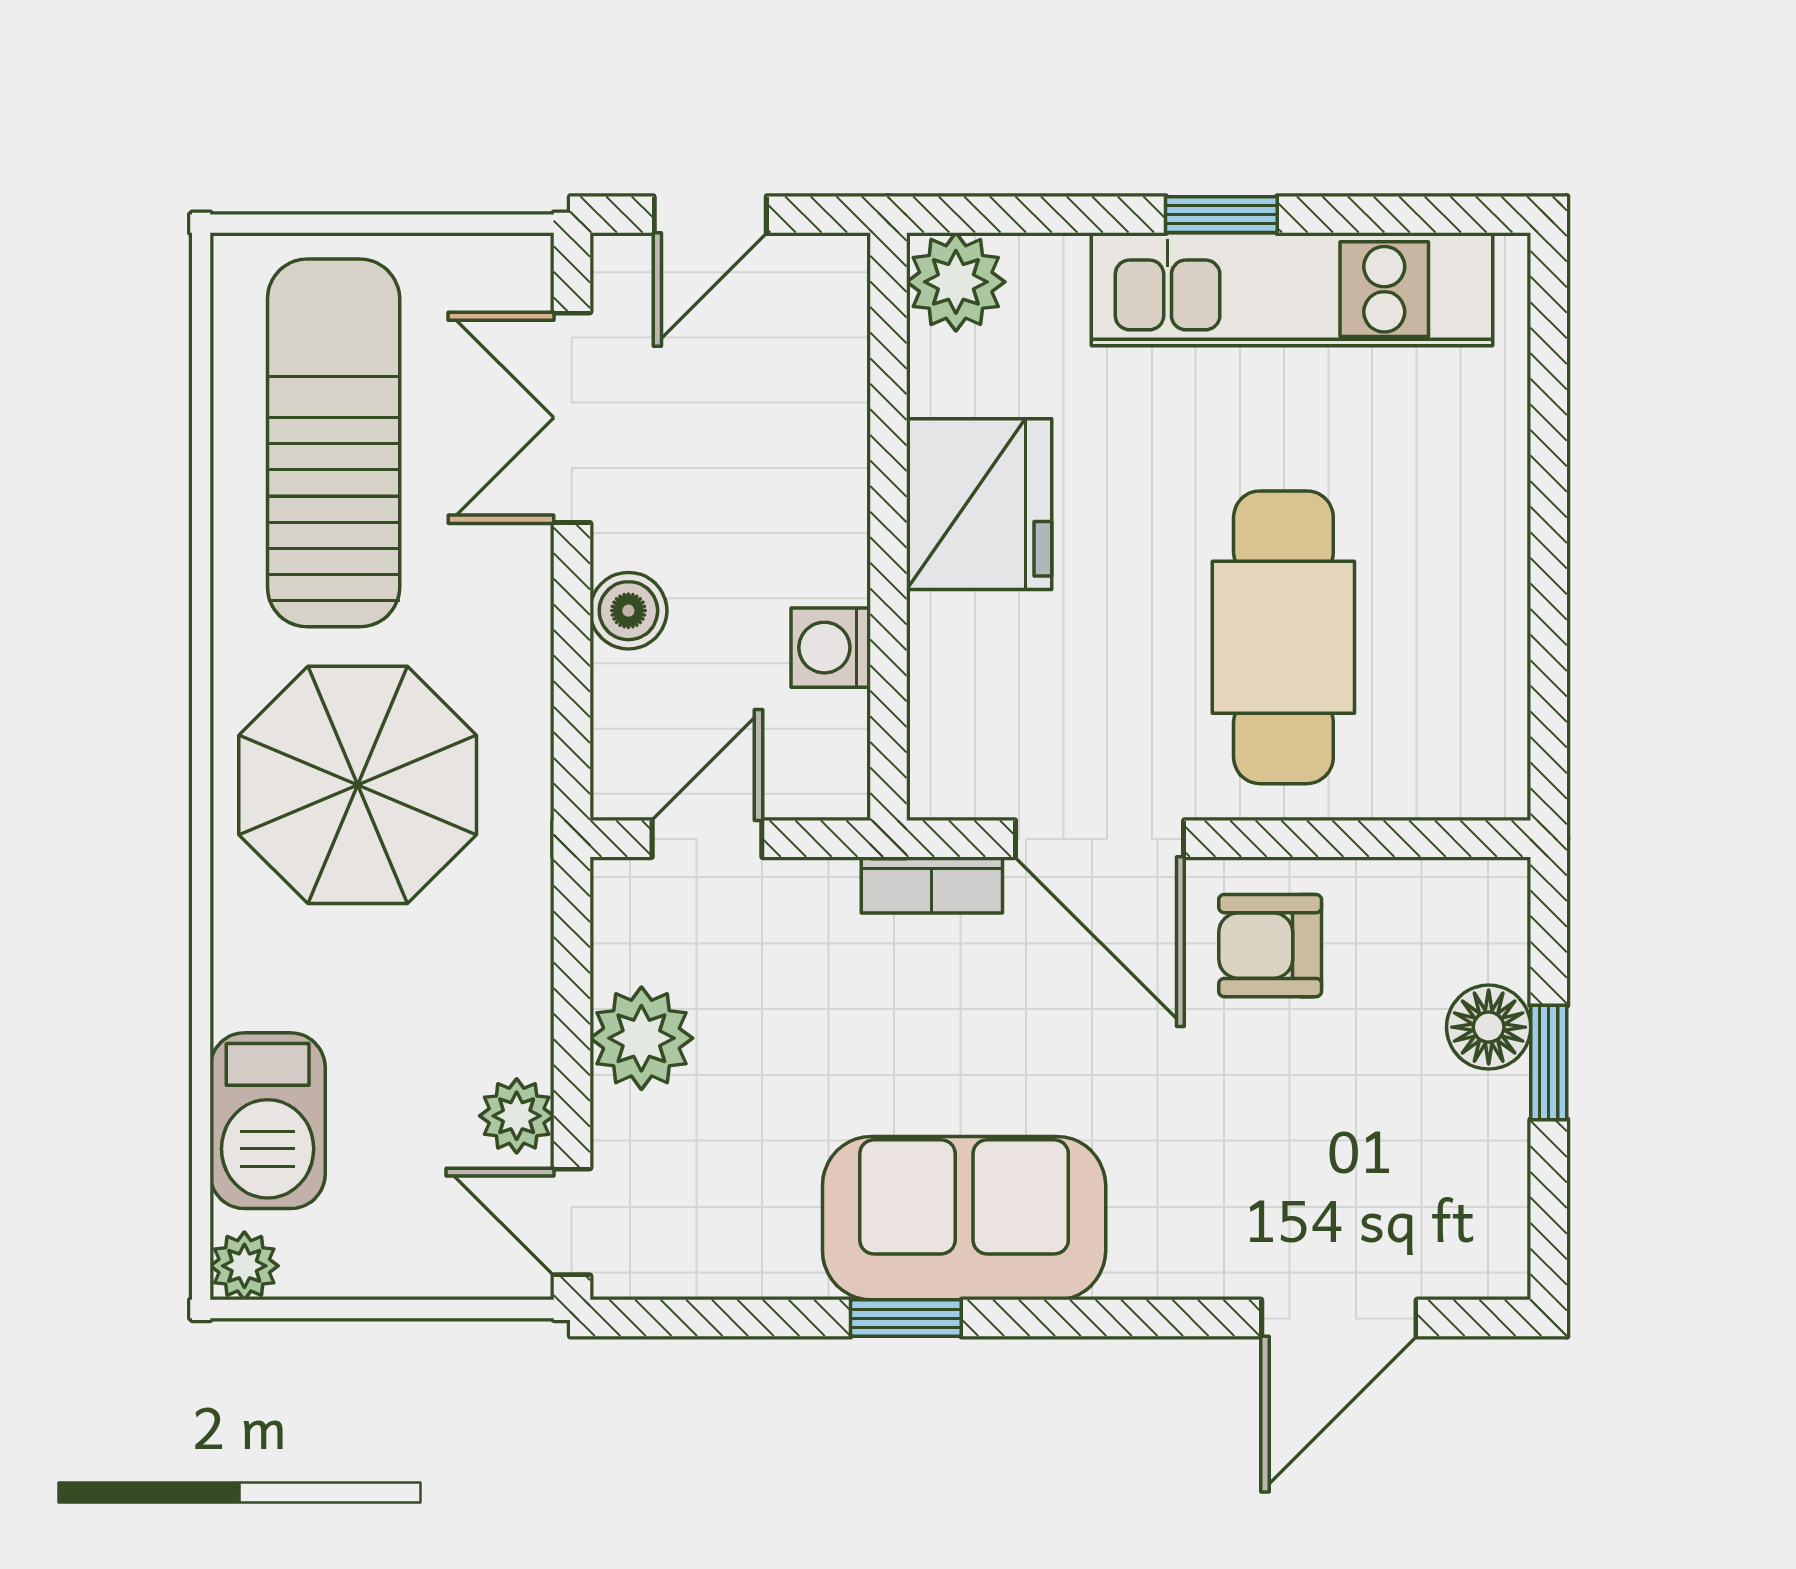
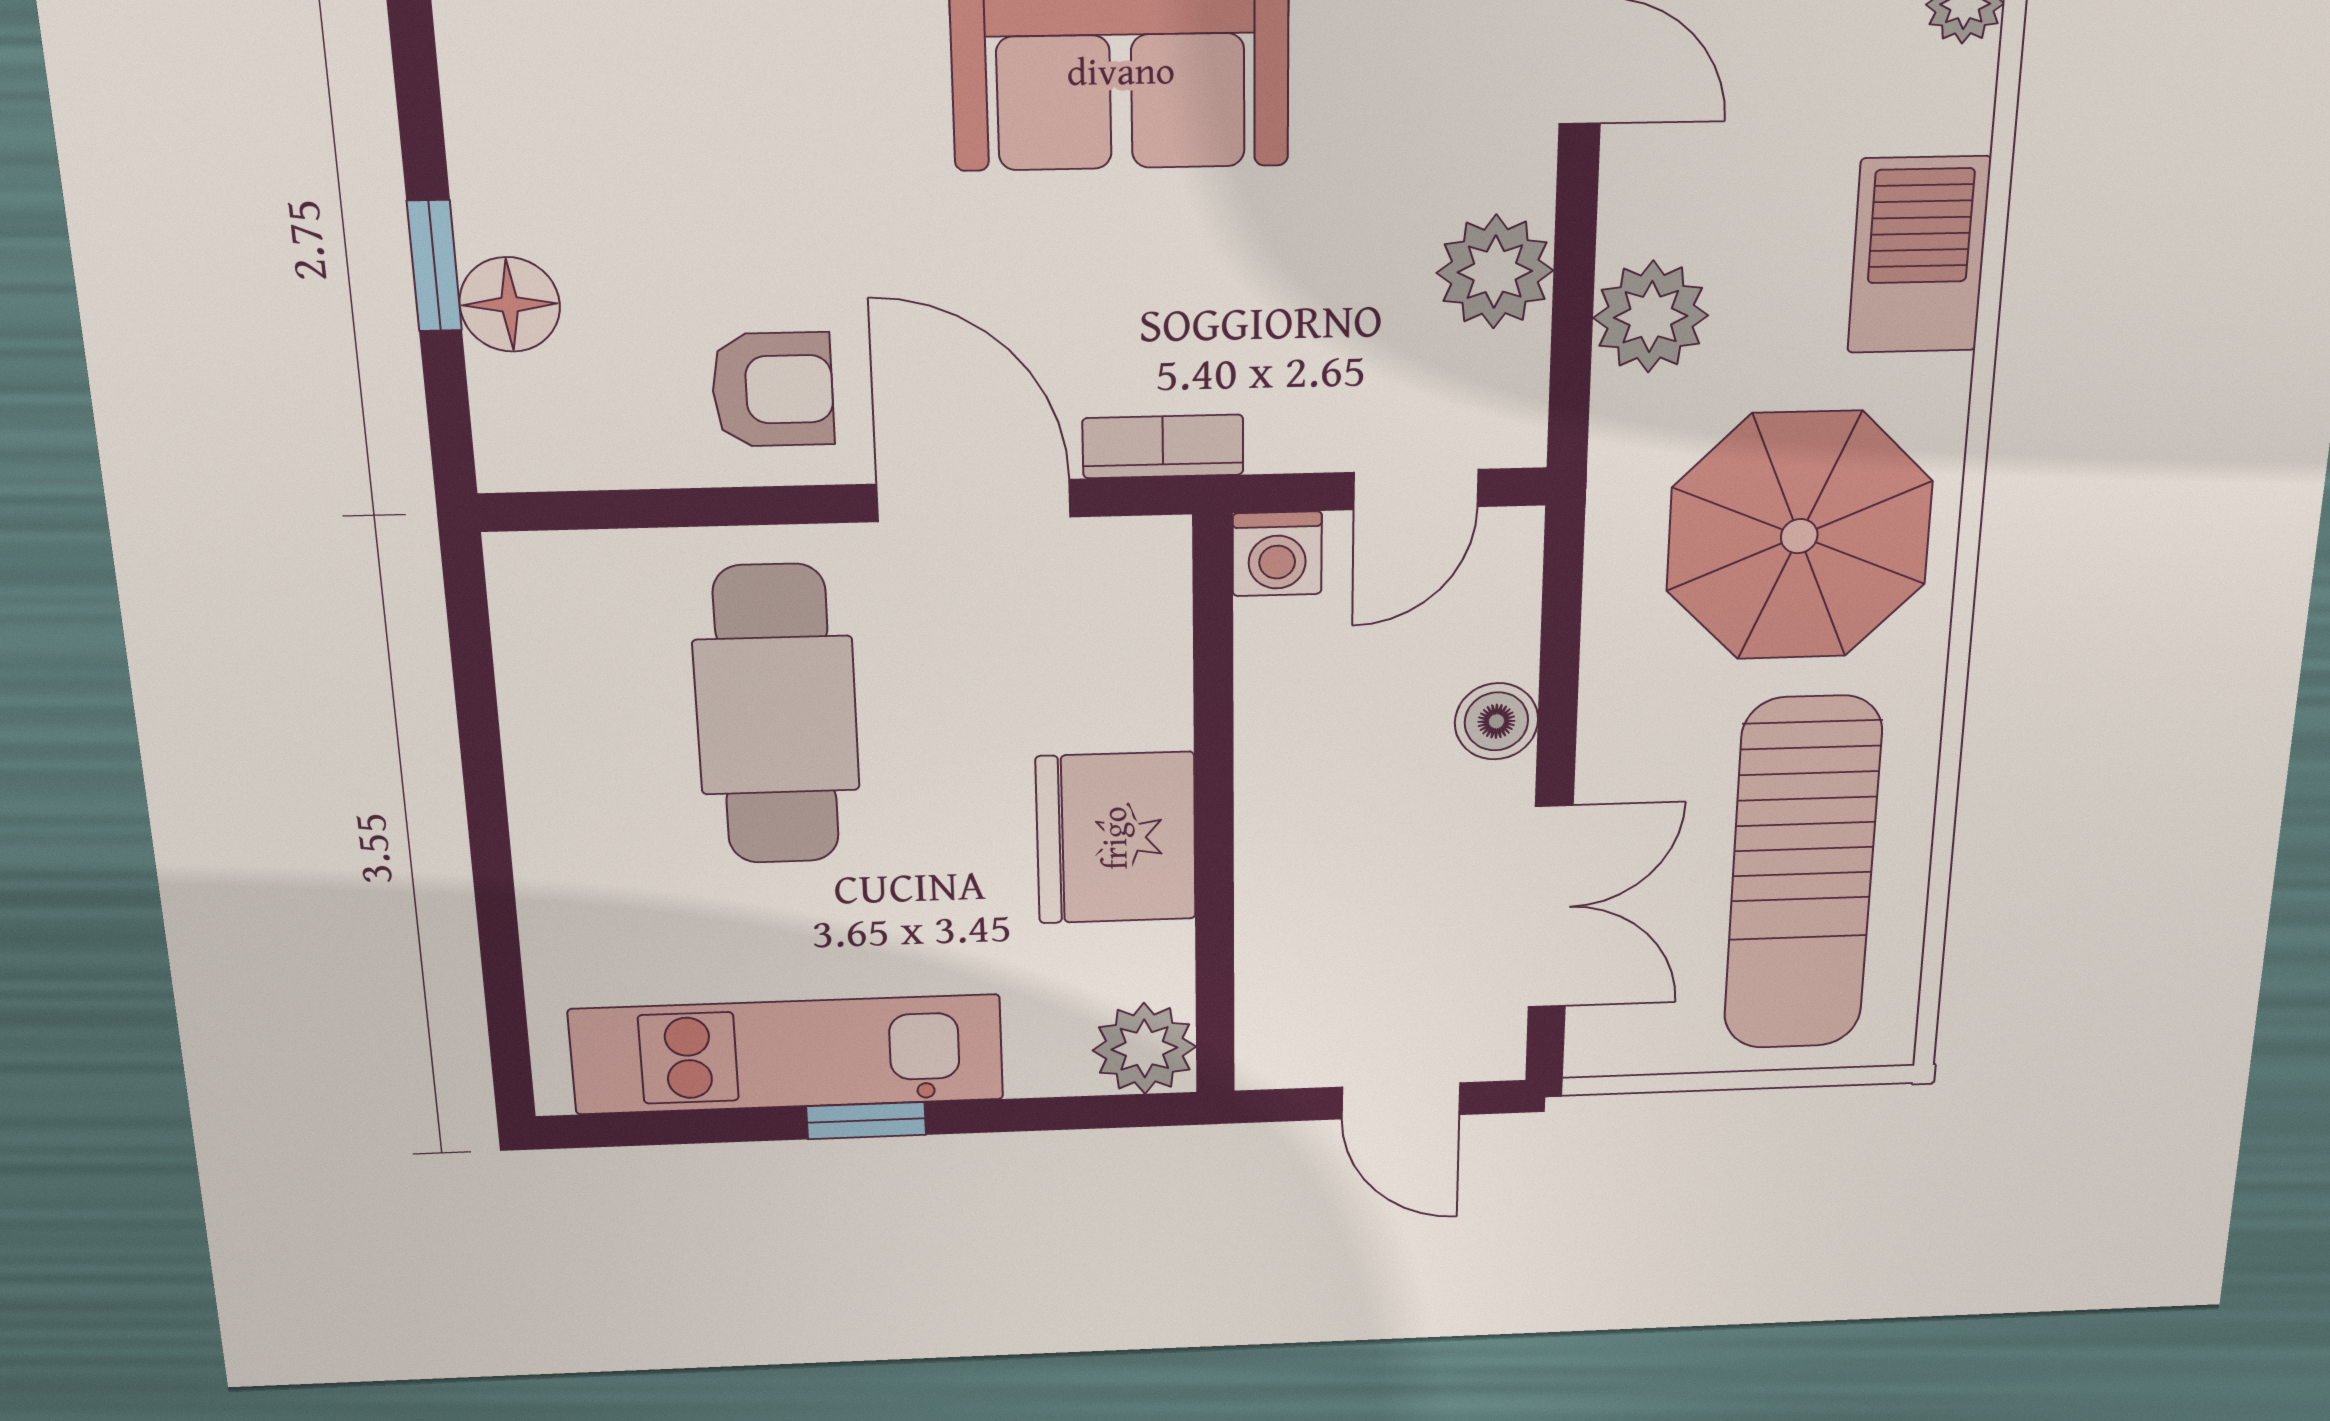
door: (710, 215) -> (1401, 1101), swing flipped
washing machine: (831, 648) -> (1277, 554), moved, turned 90
plant: (517, 1116) -> (1651, 317), moved, width x1.38, depth x1.38
barbecue: (268, 1121) -> (1919, 255), moved

